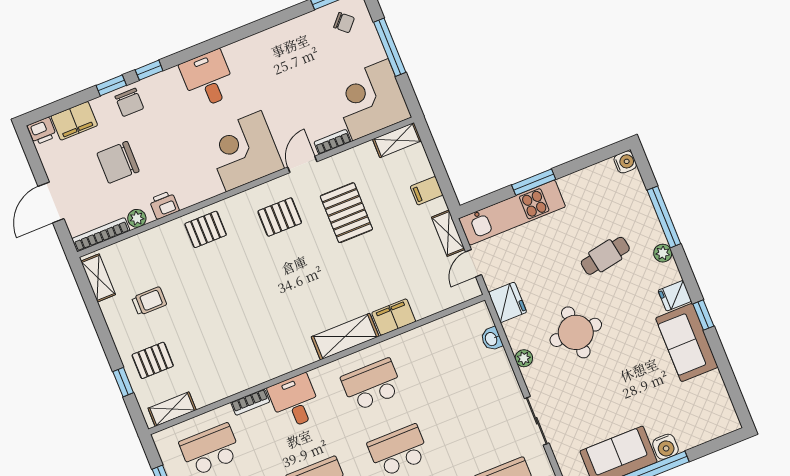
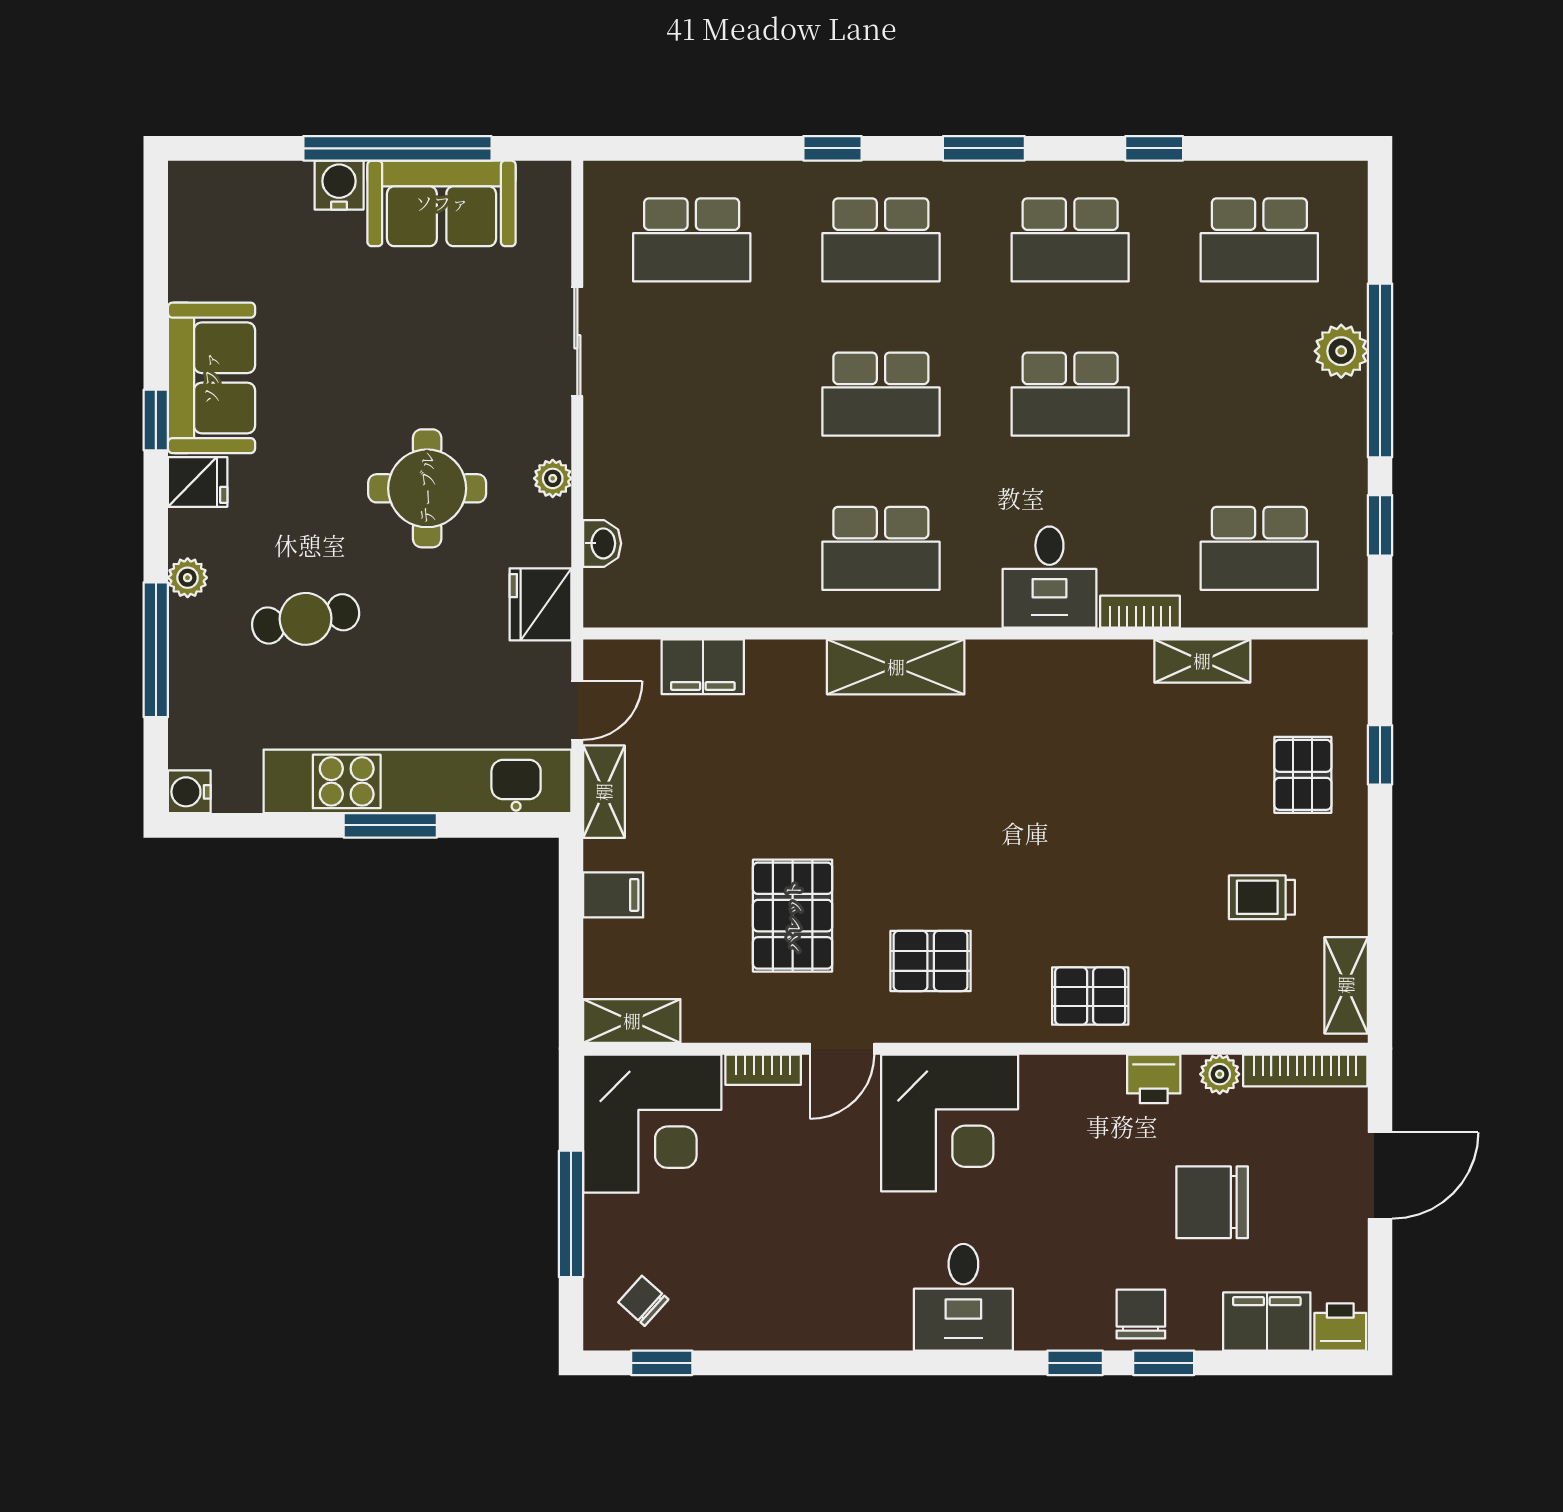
chair: (118, 162) -> (1212, 1202), turned 180
kitchen unit: (512, 213) -> (418, 781), width x1.36
filing cabinet: (394, 317) -> (703, 667), moved
pallet: (153, 360) -> (1303, 775), turned 90
shelving: (172, 409) -> (1202, 661), moved

